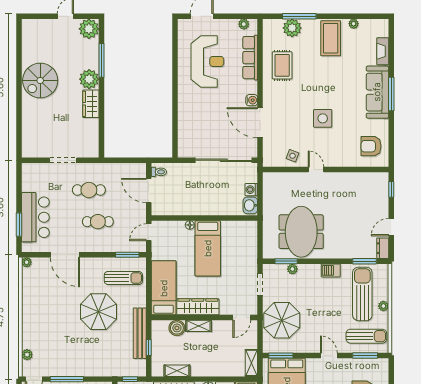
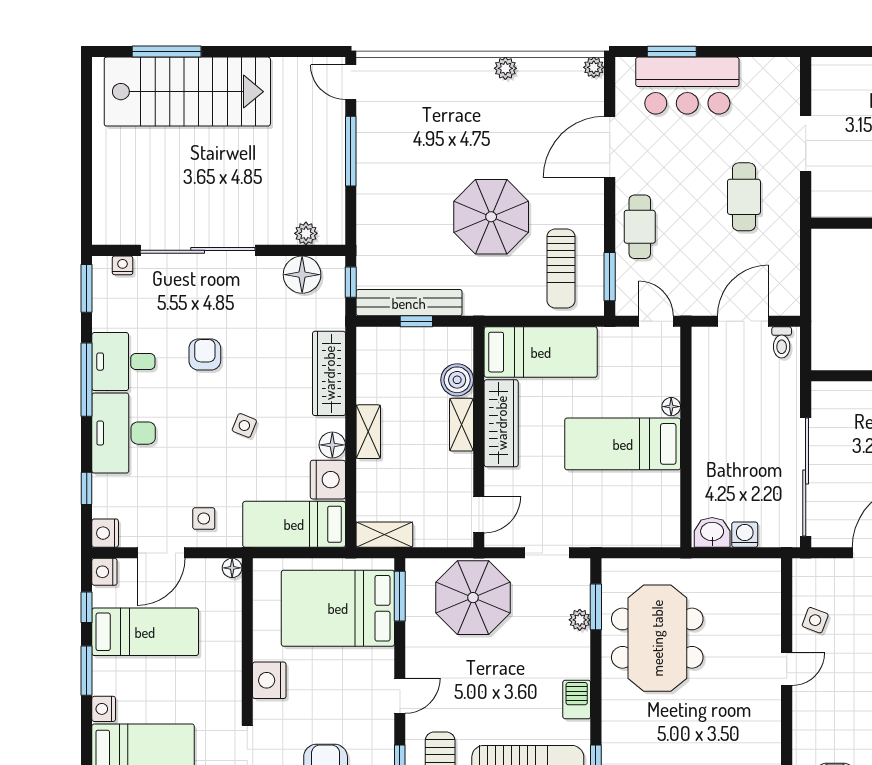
cafe table: (98, 222) -> (640, 227), moved
meeting table: (301, 232) -> (657, 638), turned 90
door: (242, 318) -> (479, 515), swing flipped
bench: (140, 333) -> (409, 303), moved
plant: (27, 355) -> (505, 68), moved
shelving: (177, 371) -> (368, 432), moved

